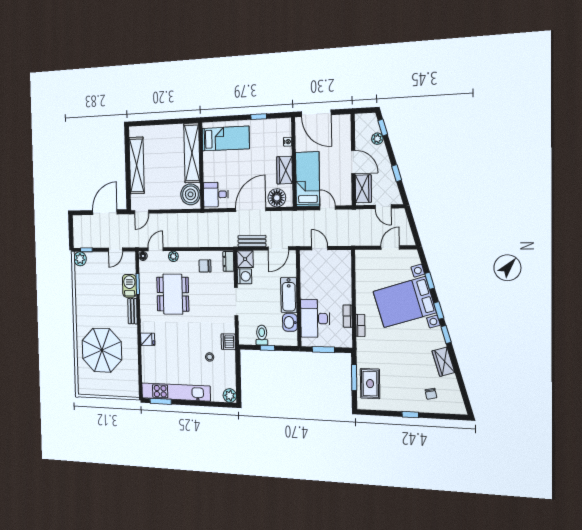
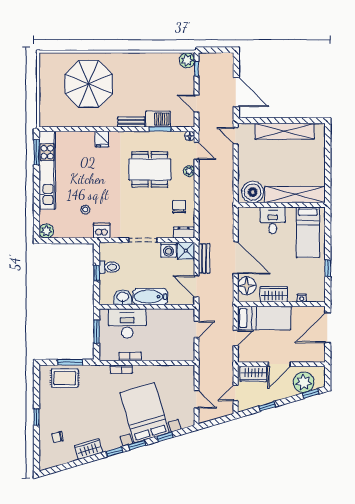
plant: (377, 139) -> (304, 382), width x1.88, depth x1.88
desk: (216, 194) -> (273, 220), moved

